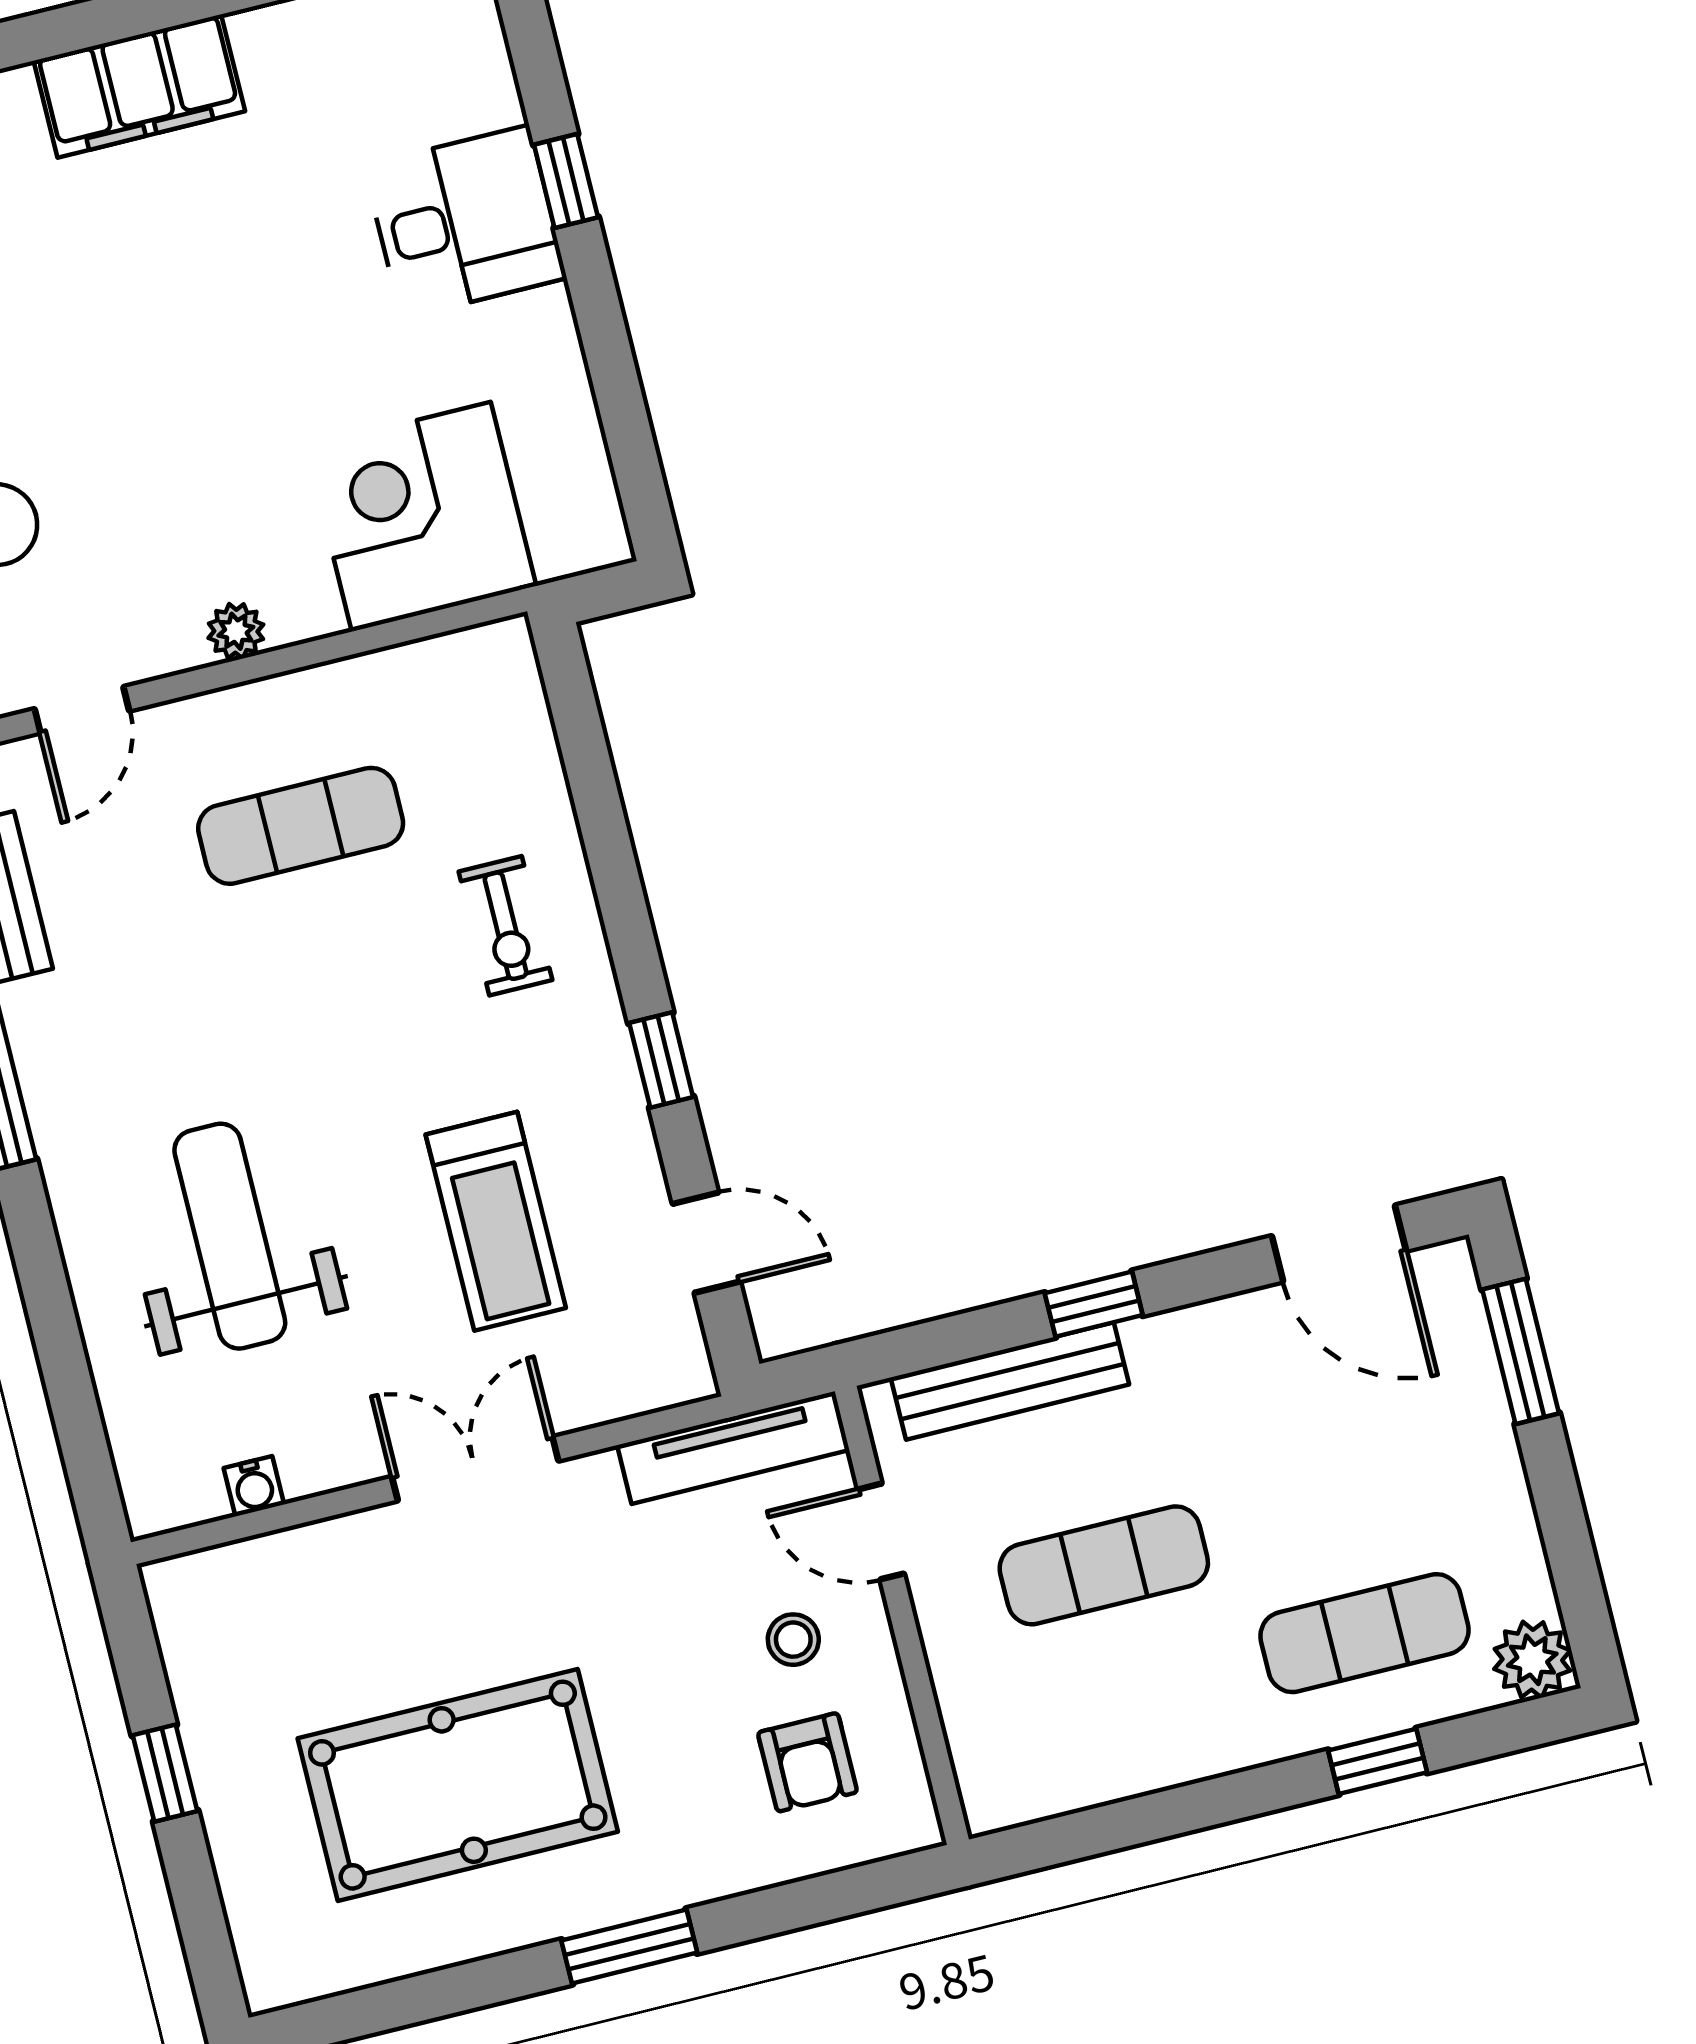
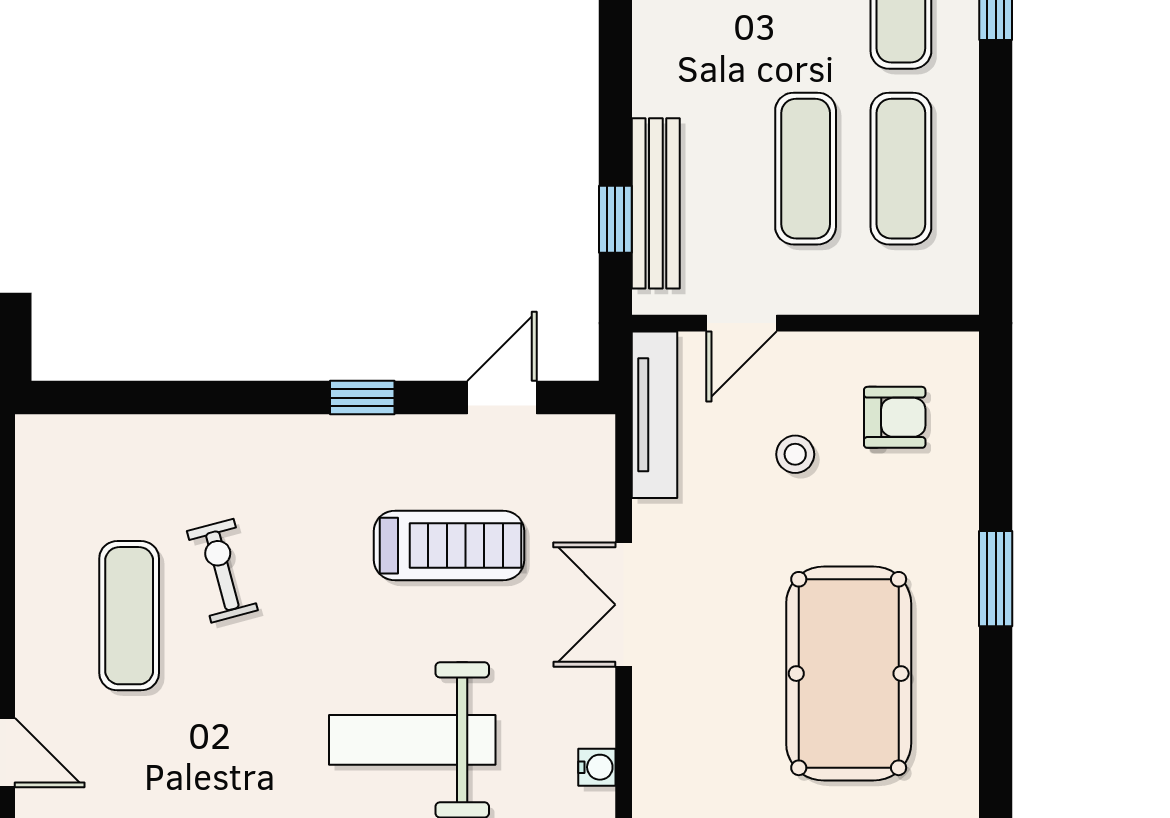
exercise bike: (506, 926) -> (222, 571), moved, turned -105
window: (1094, 1304) -> (615, 219), moved
stool: (793, 1640) -> (795, 454), moved
exercise mat: (1135, 1690) -> (901, 169), added

